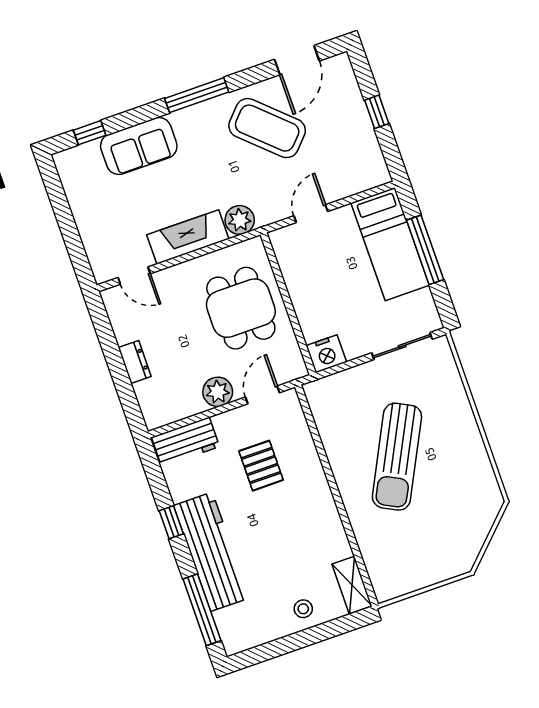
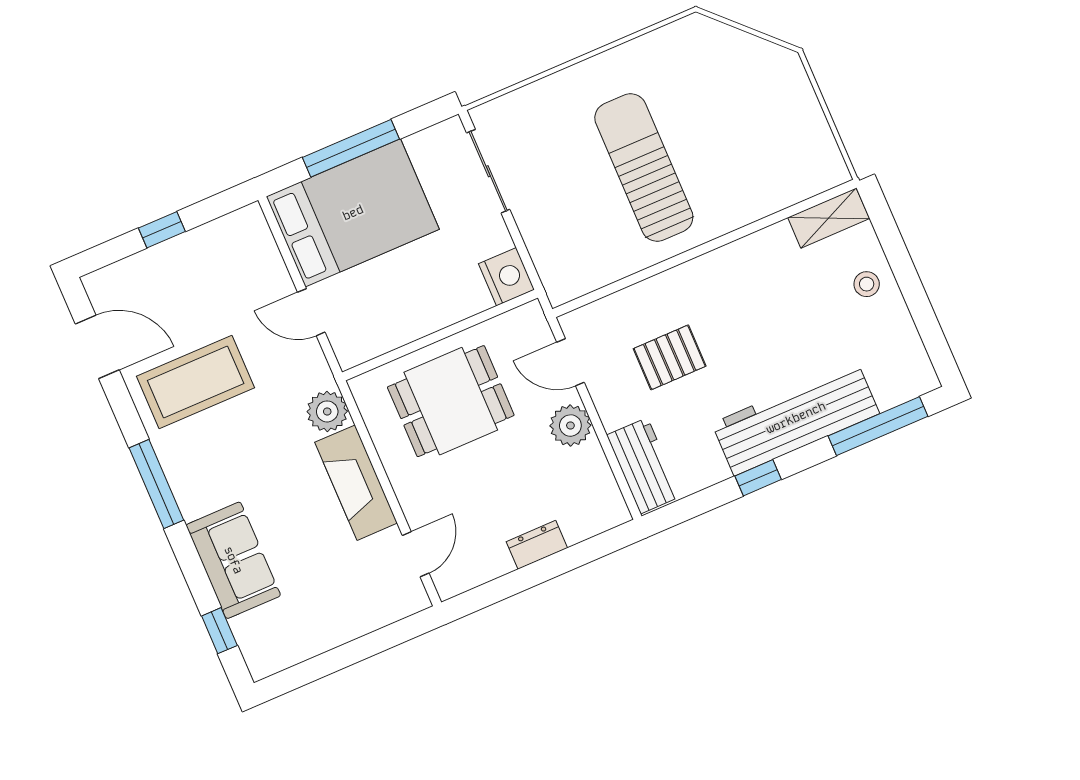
coffee table: (267, 128) -> (196, 382), turned 47
bed: (390, 244) -> (353, 213), width x1.50
sun lounger: (397, 457) -> (644, 167), turned -117

